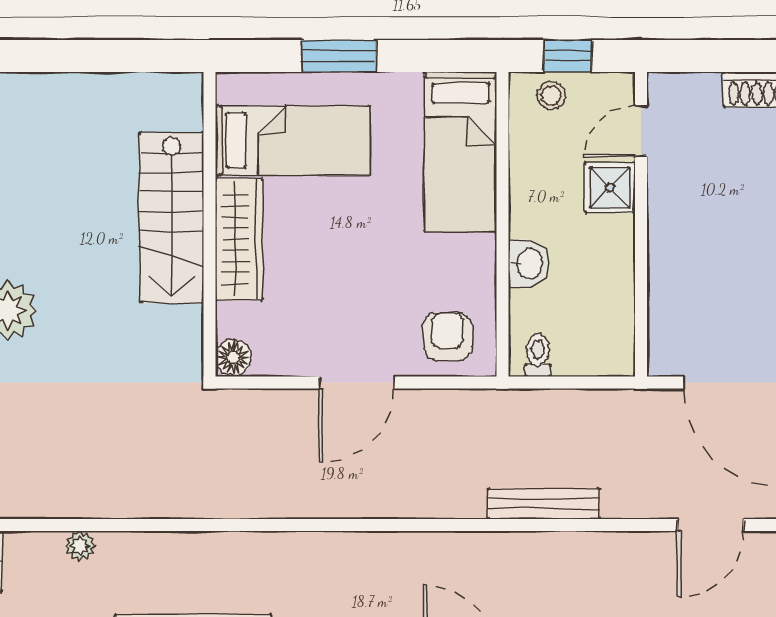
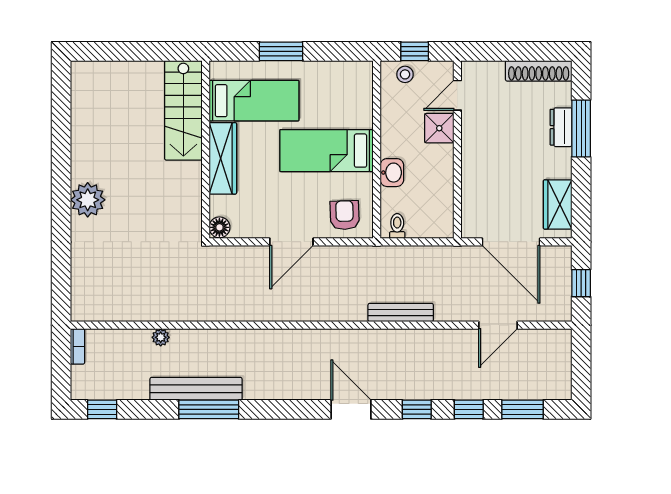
bed: (461, 152) -> (326, 151), moved, turned 90
stairs: (171, 218) -> (183, 110), moved
plant: (80, 546) -> (161, 337), moved

